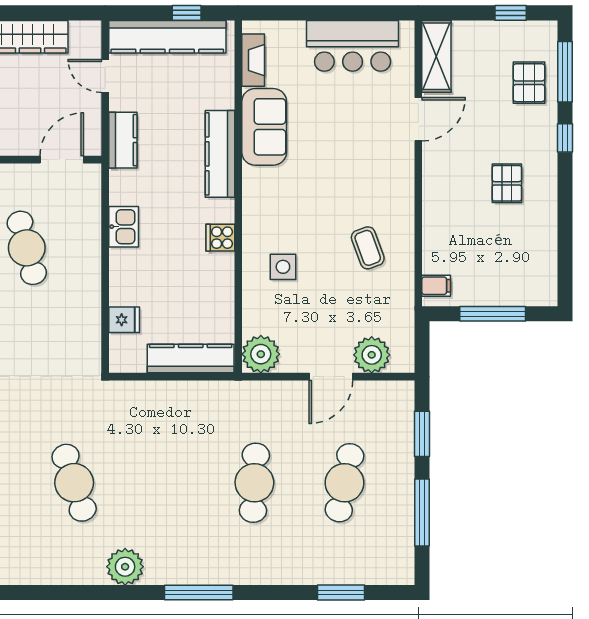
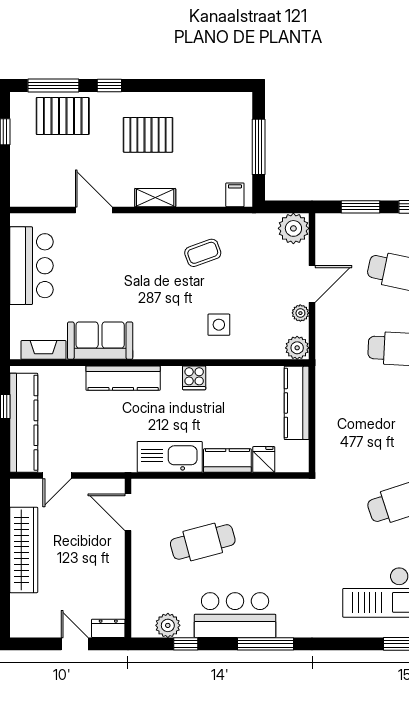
shelving: (436, 56) -> (155, 198), moved, width x0.67, depth x0.75
pallet: (529, 83) -> (63, 116), width x1.50, depth x1.42
kitchen counter: (123, 140) -> (227, 461), moved
pallet: (507, 183) -> (148, 135), width x1.50, depth x1.42
kitchen sink: (124, 227) -> (170, 457), width x1.88, depth x1.24
plant: (261, 354) -> (297, 348), width x0.73, depth x0.73
plant: (372, 355) -> (293, 228), moved
plant: (297, 363) -> (300, 313), added
door: (331, 377) -> (312, 284), hinge flipped

